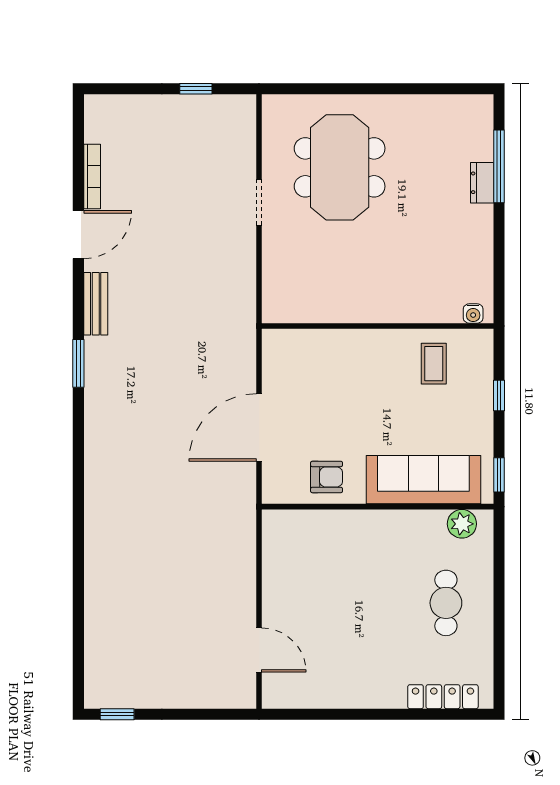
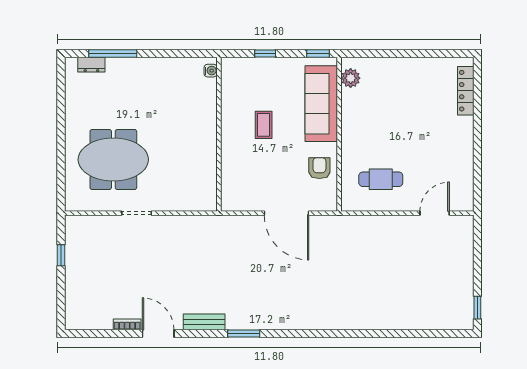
bookcase: (92, 176) -> (127, 324), width x0.64
dresser: (482, 183) -> (91, 65), moved
coffee table: (434, 364) -> (264, 125), moved, turned 90
cafe table: (446, 603) -> (381, 179), moved

